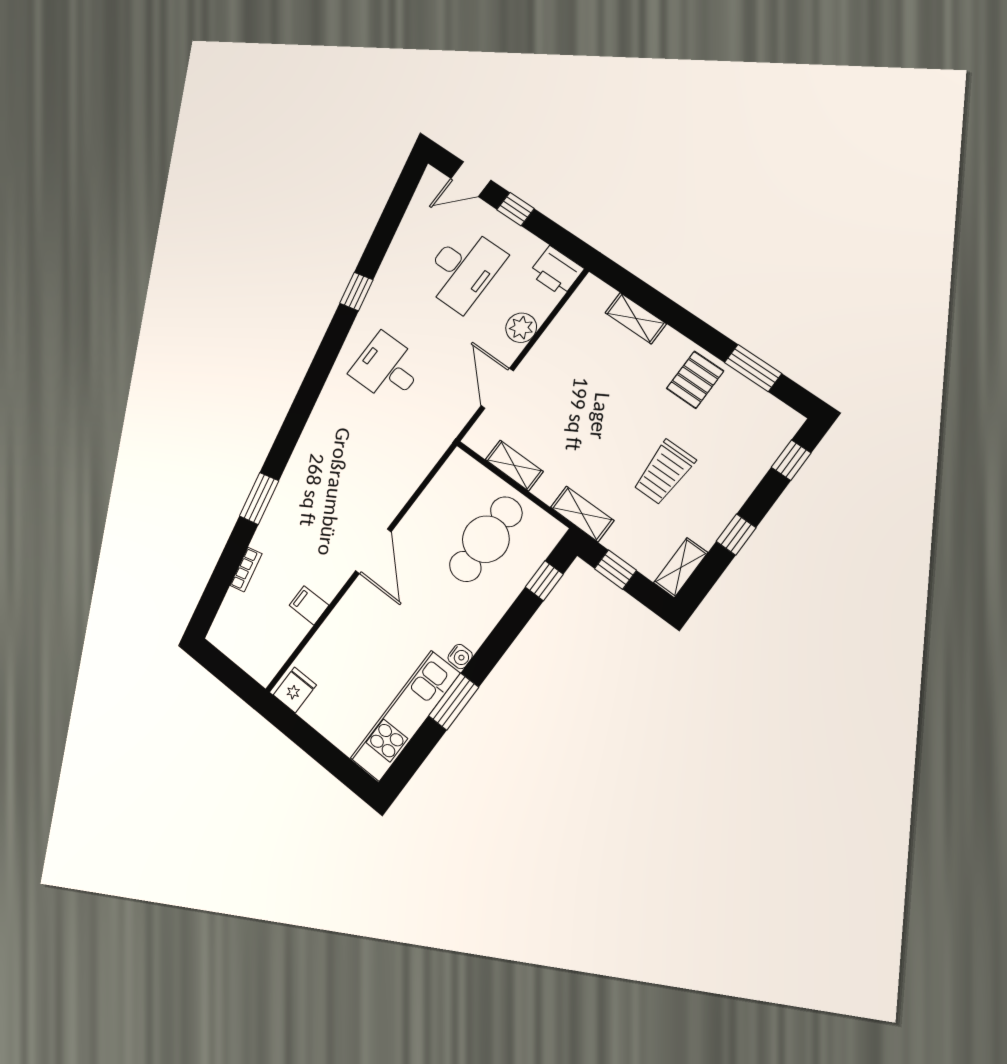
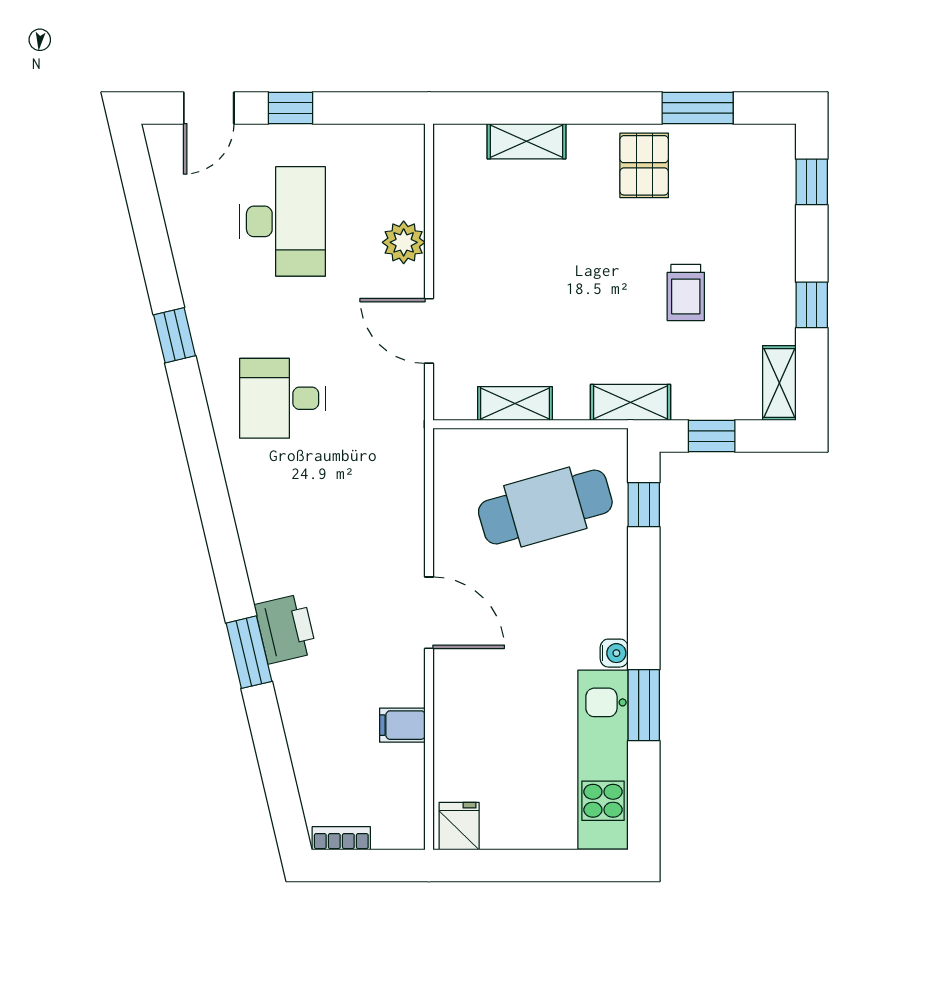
printer: (556, 271) -> (286, 629), moved, turned -103
trolley: (664, 472) -> (686, 293), width x0.73, depth x0.72
cafe table: (486, 539) -> (545, 507), turned 74
bookcase: (246, 570) -> (341, 838), moved, turned -77

